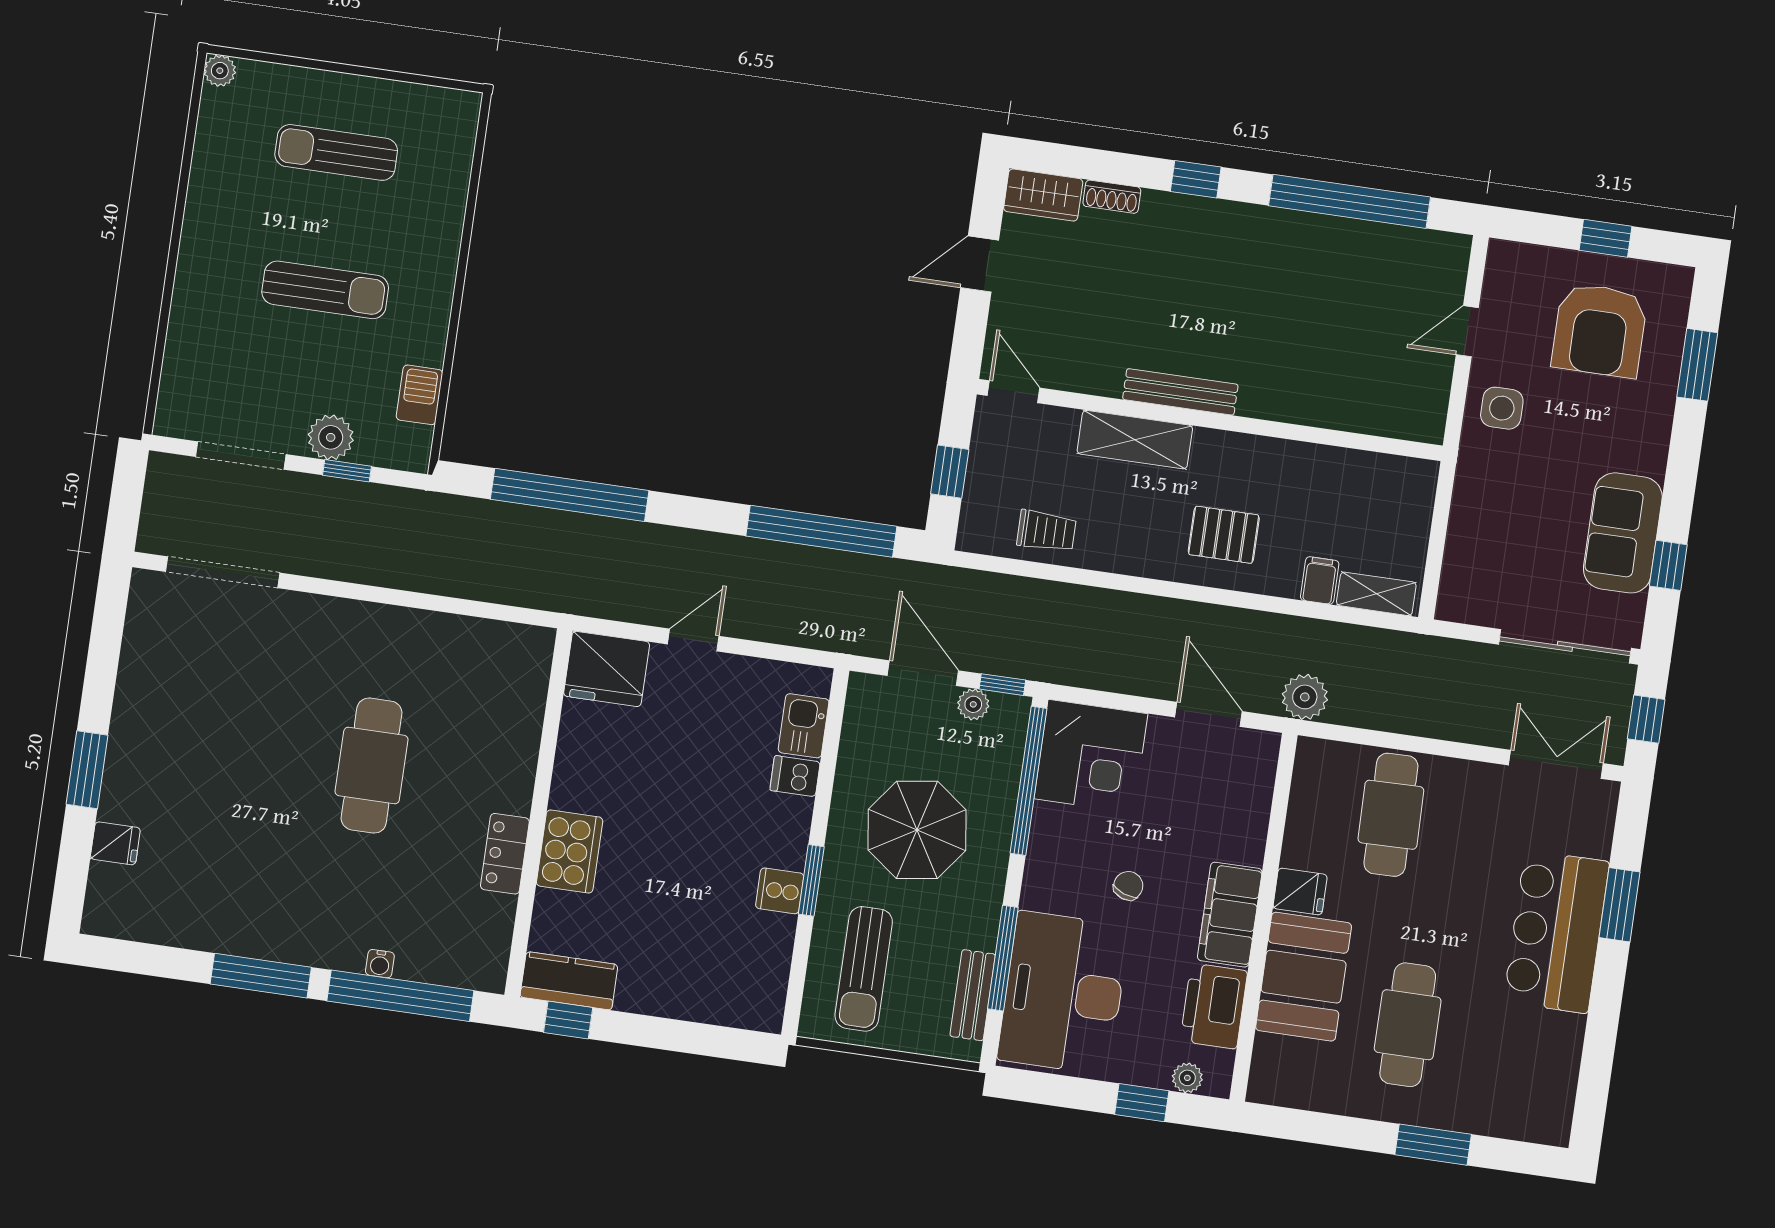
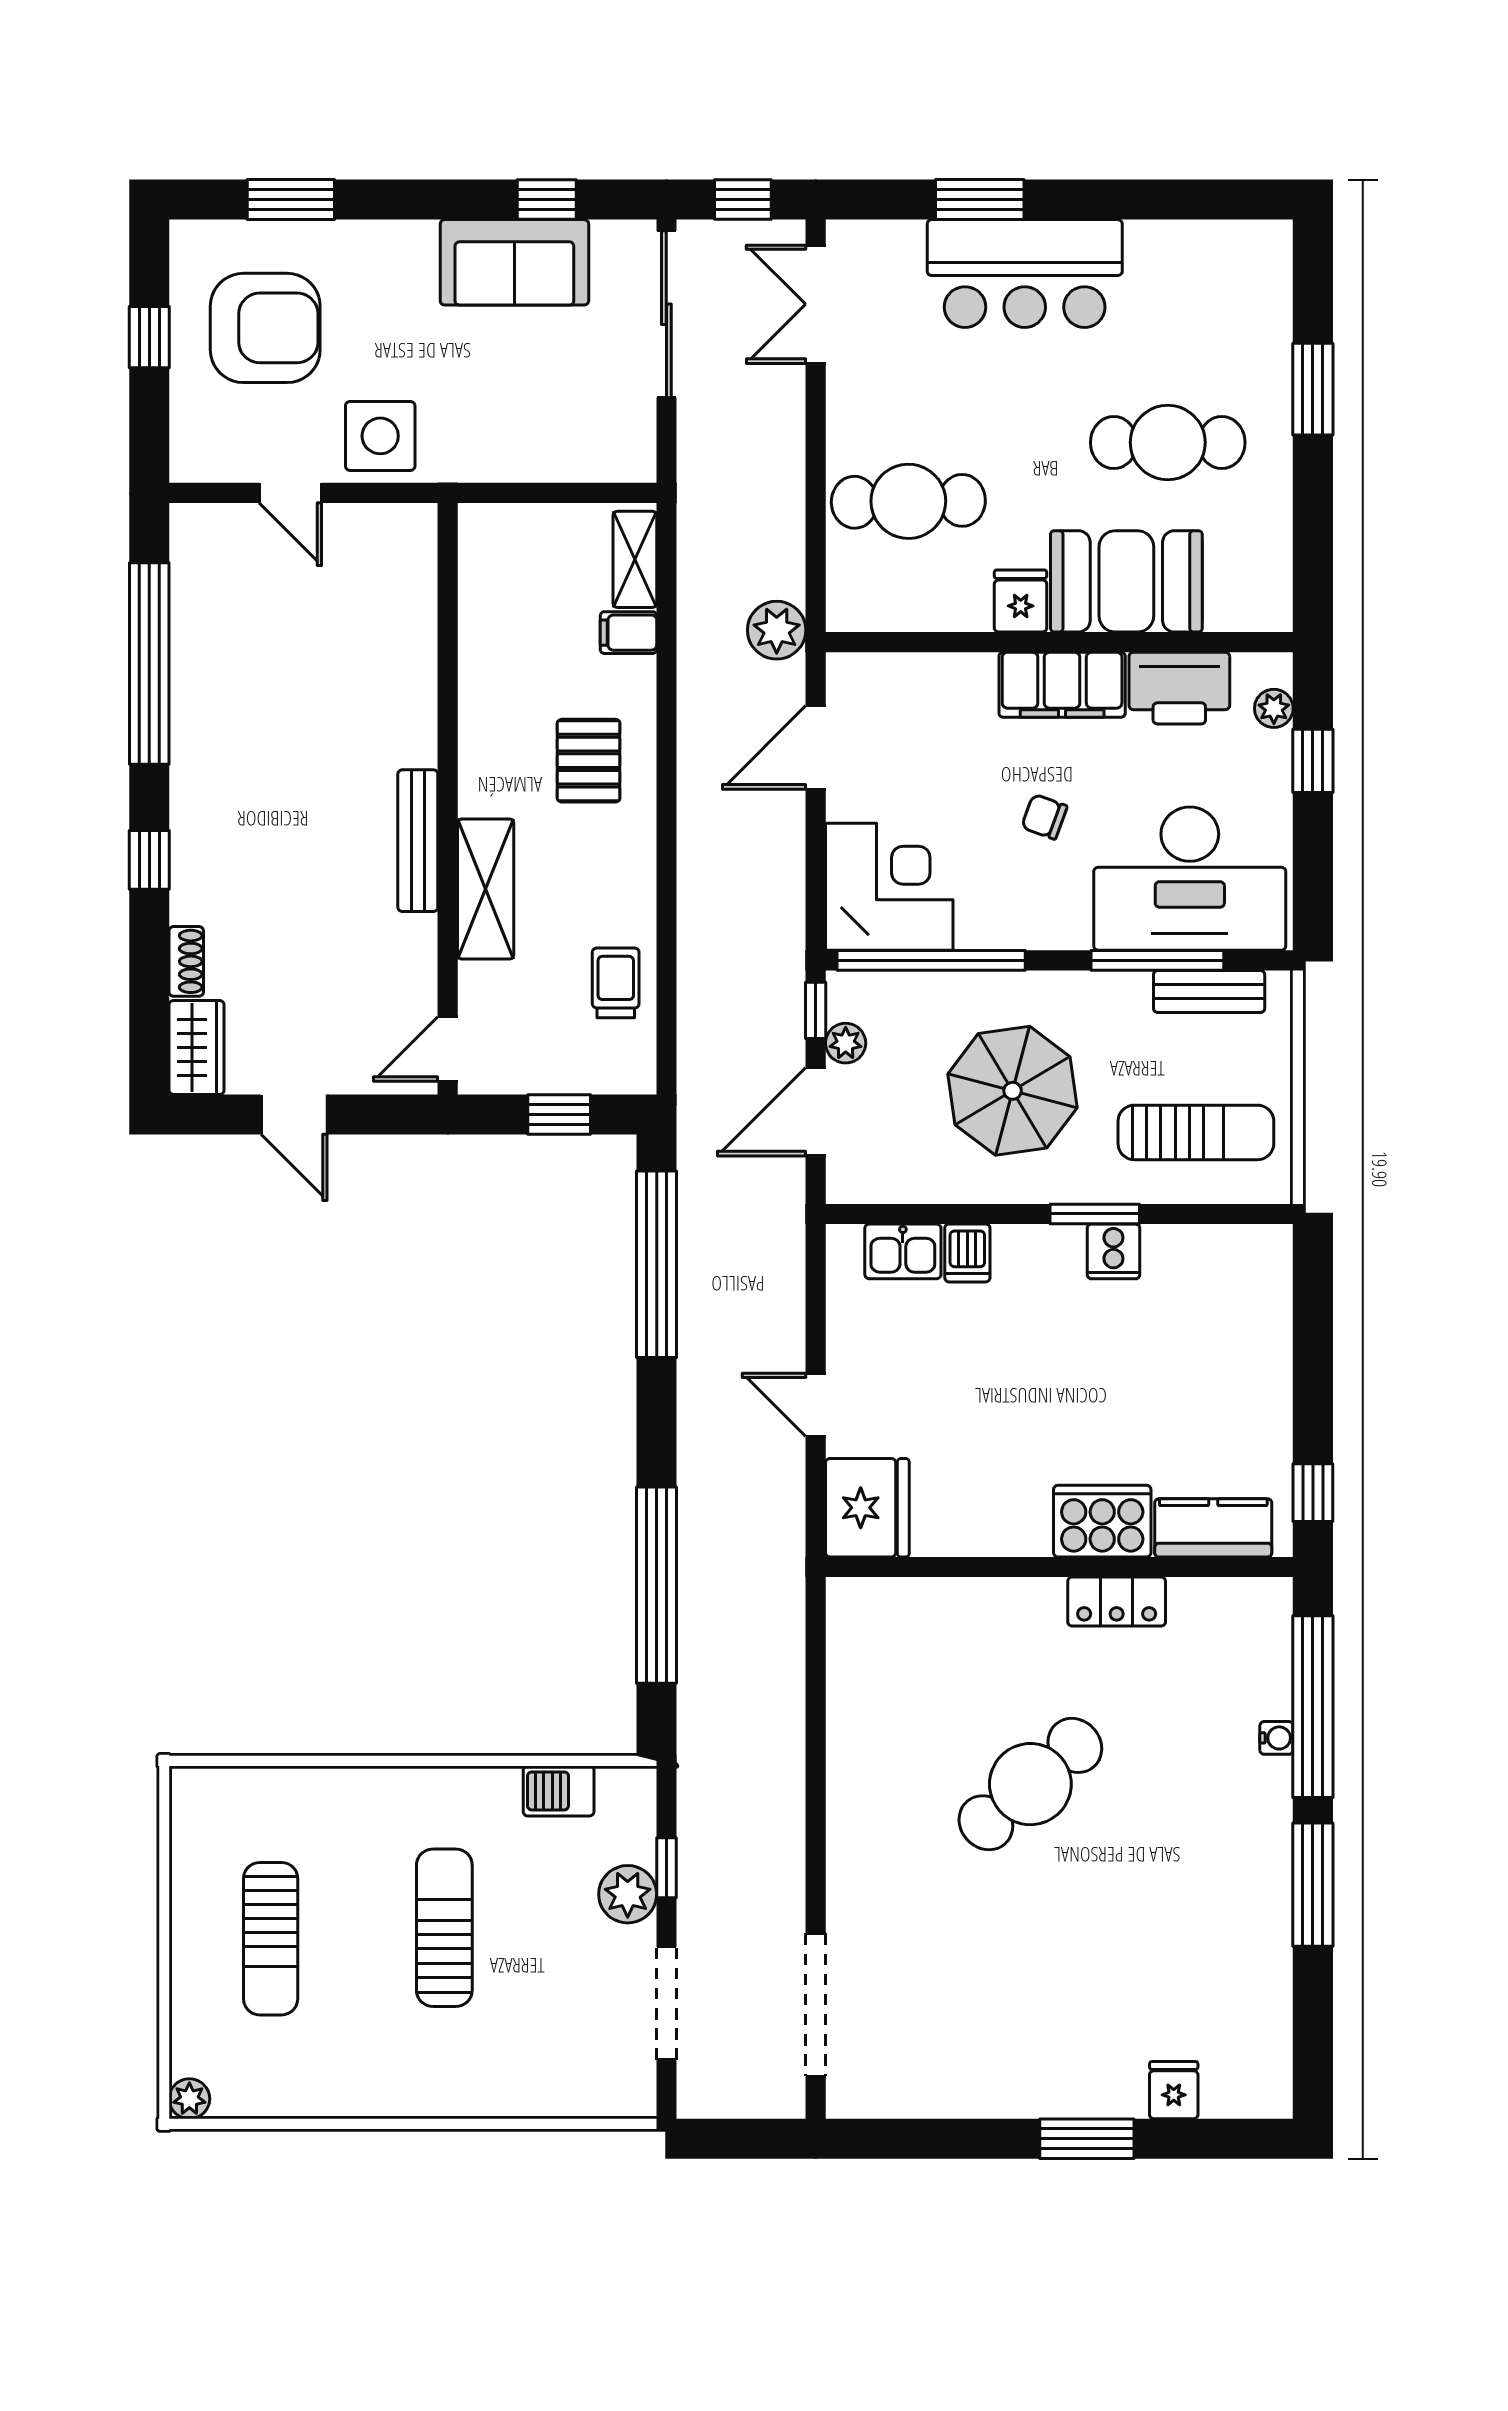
side table: (1502, 408) -> (380, 436), width x1.37, depth x1.37
cafe table: (372, 766) -> (1030, 1784), turned -41
kitchen counter: (569, 981) -> (1213, 1528), moved, turned 90

